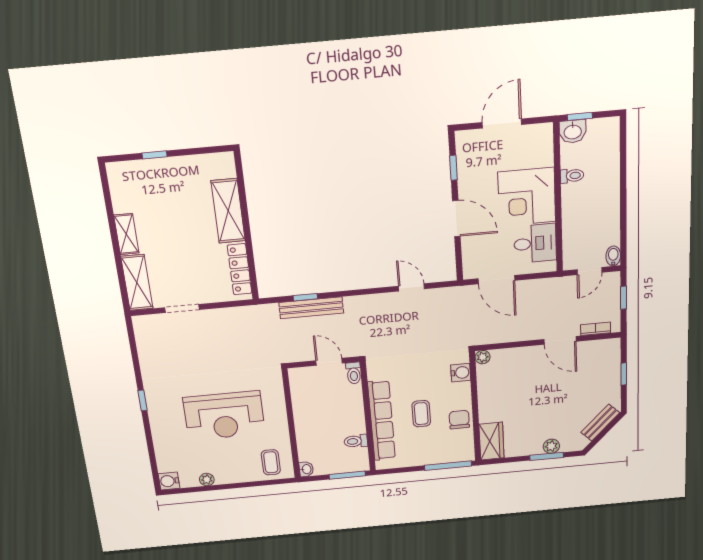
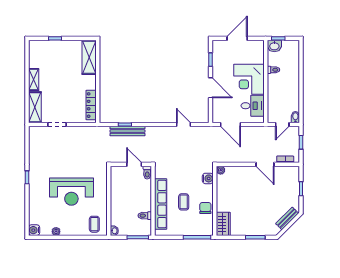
shelving: (228, 211) -> (89, 57), moved
plant: (551, 446) -> (258, 231), removed

